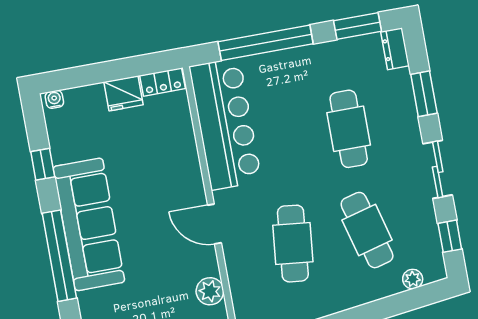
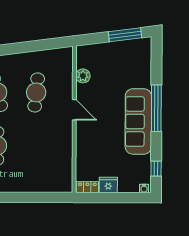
window: (266, 43) -> (31, 197), removed
bar counter: (225, 124) -> (59, 160), removed
window: (43, 164) -> (156, 169), moved

